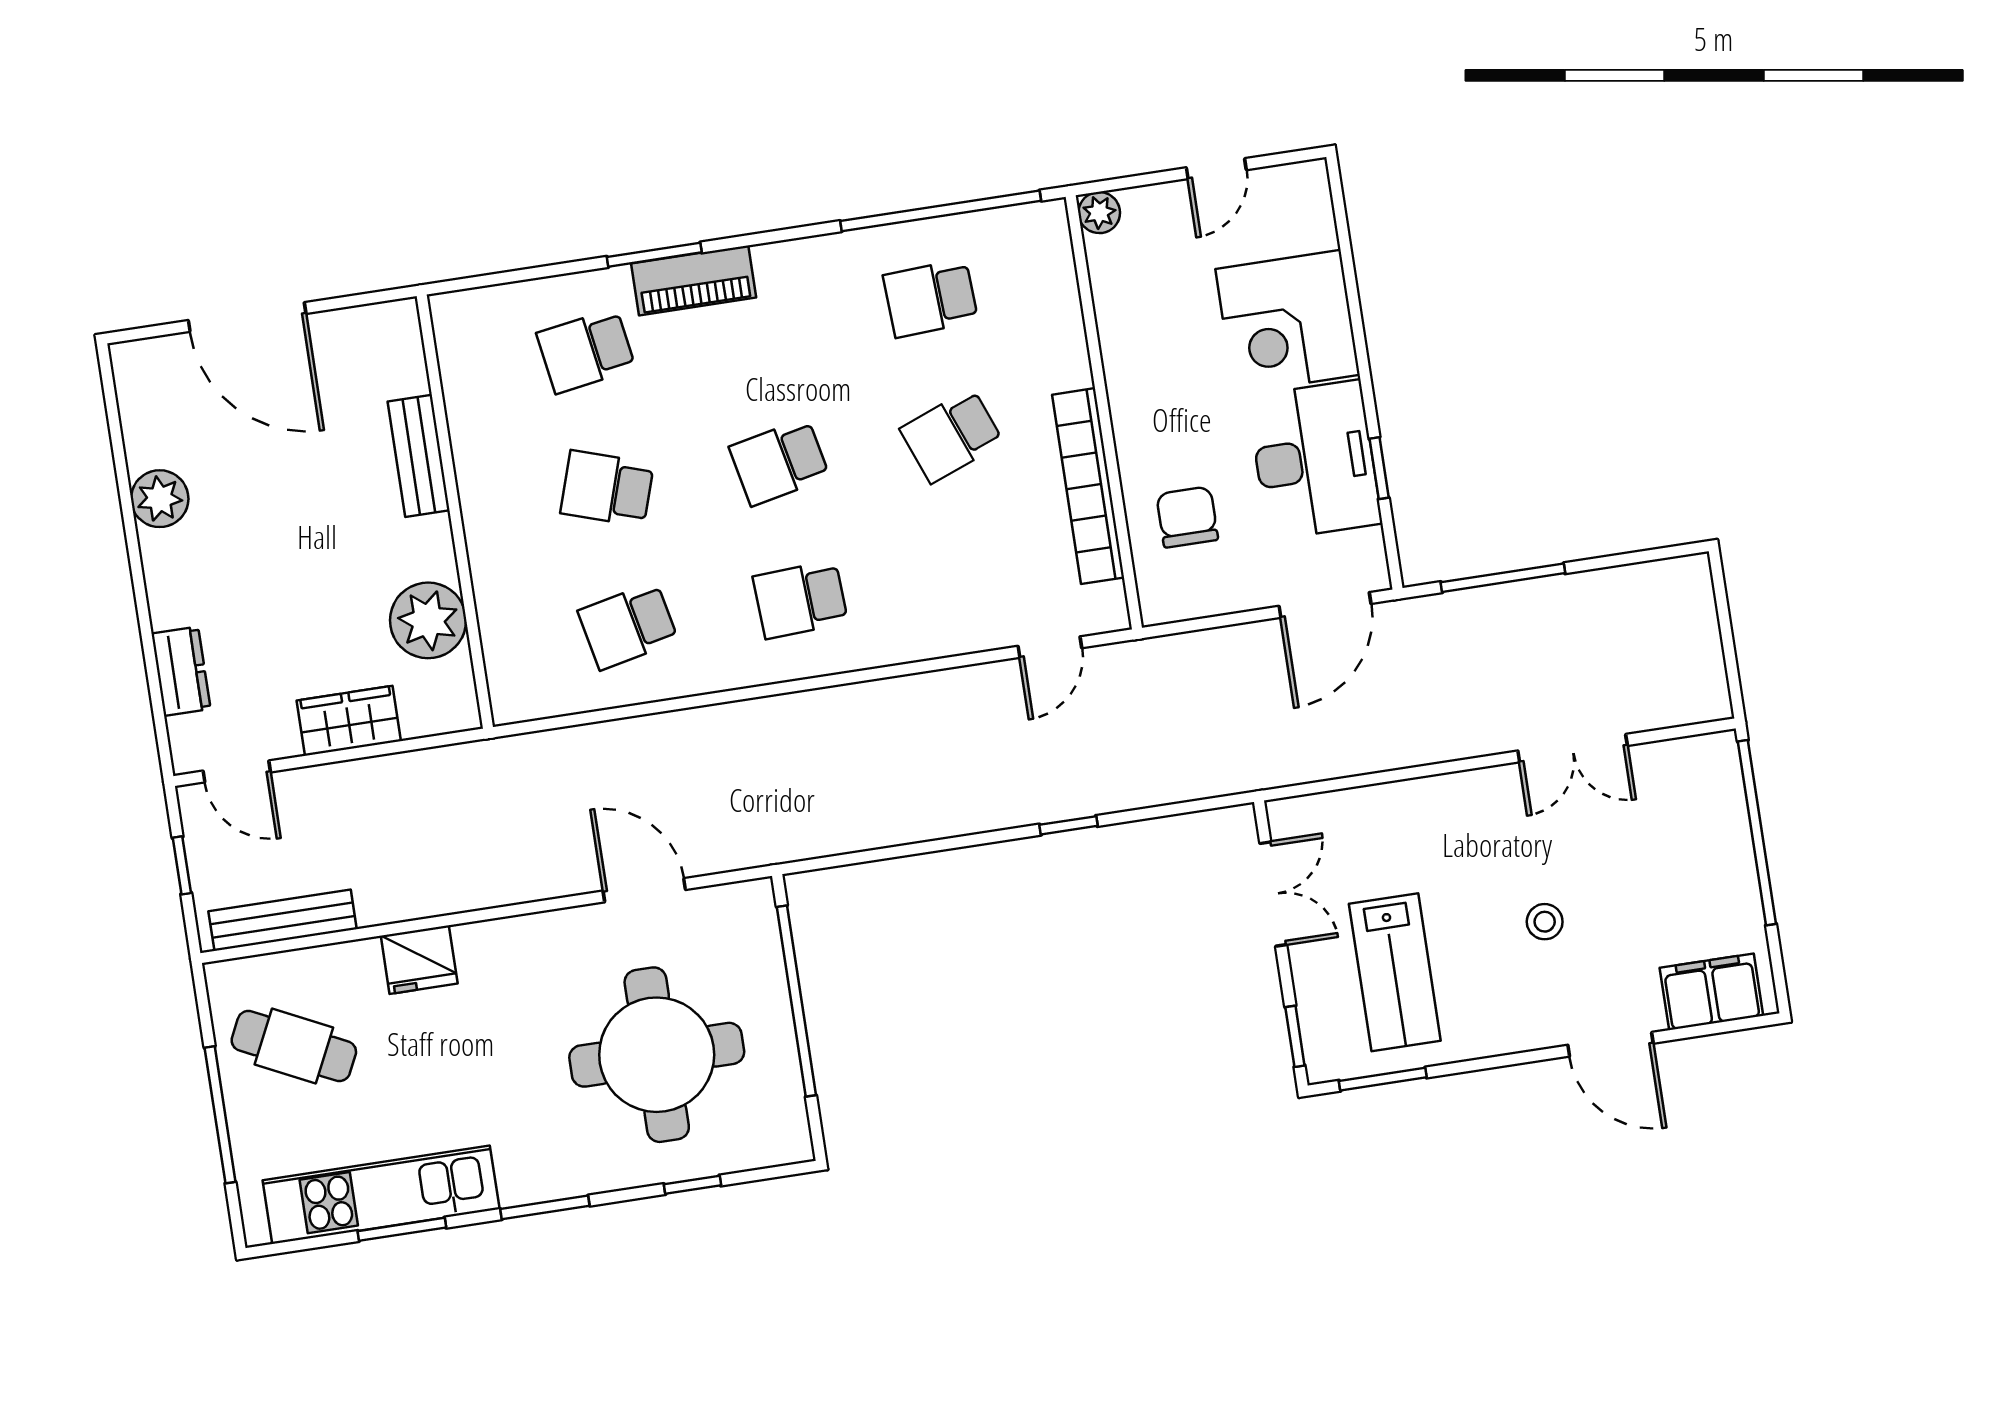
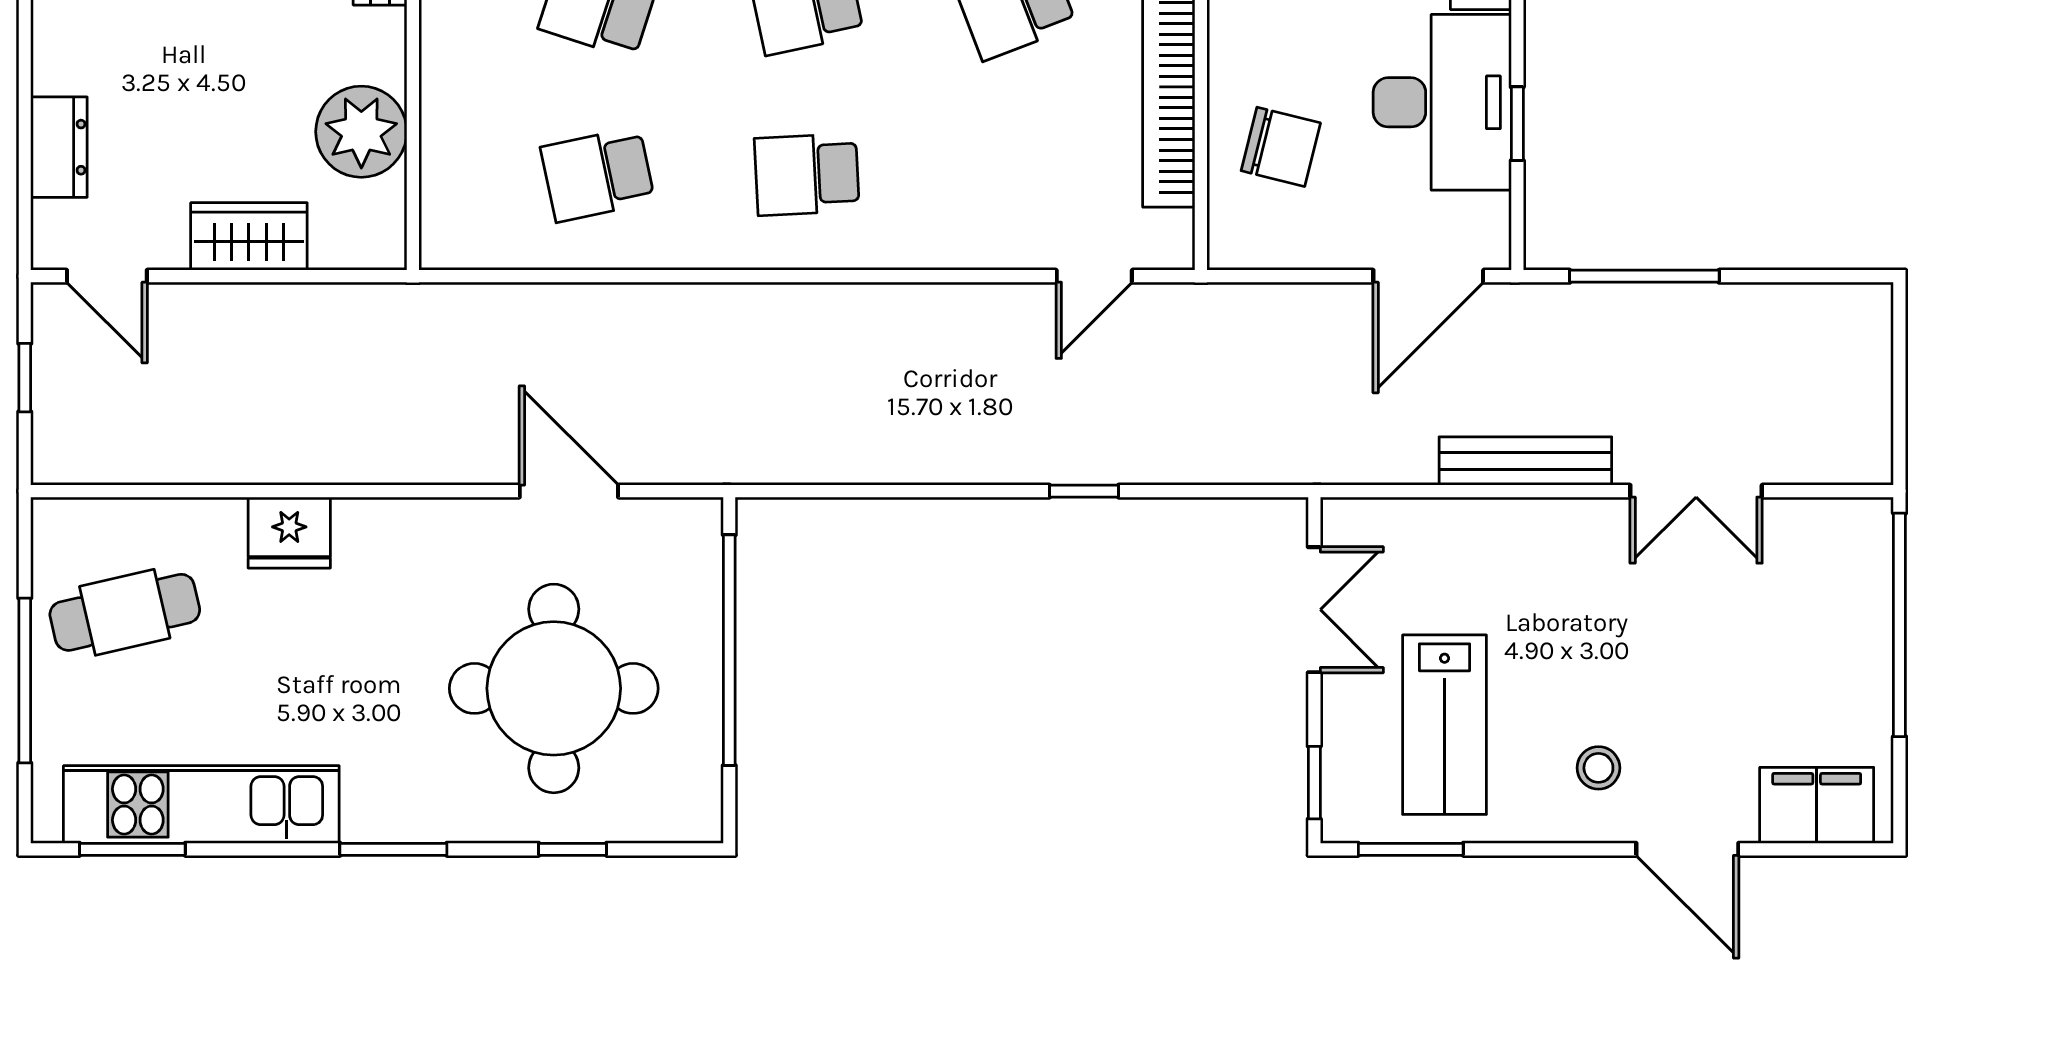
chair: (1187, 517) -> (1281, 147), turned 104
bench: (283, 920) -> (1525, 461), moved
stool: (1545, 922) -> (1598, 768), moved
cafe table: (294, 1046) -> (125, 612), turned -39
window: (402, 1229) -> (132, 849), moved

